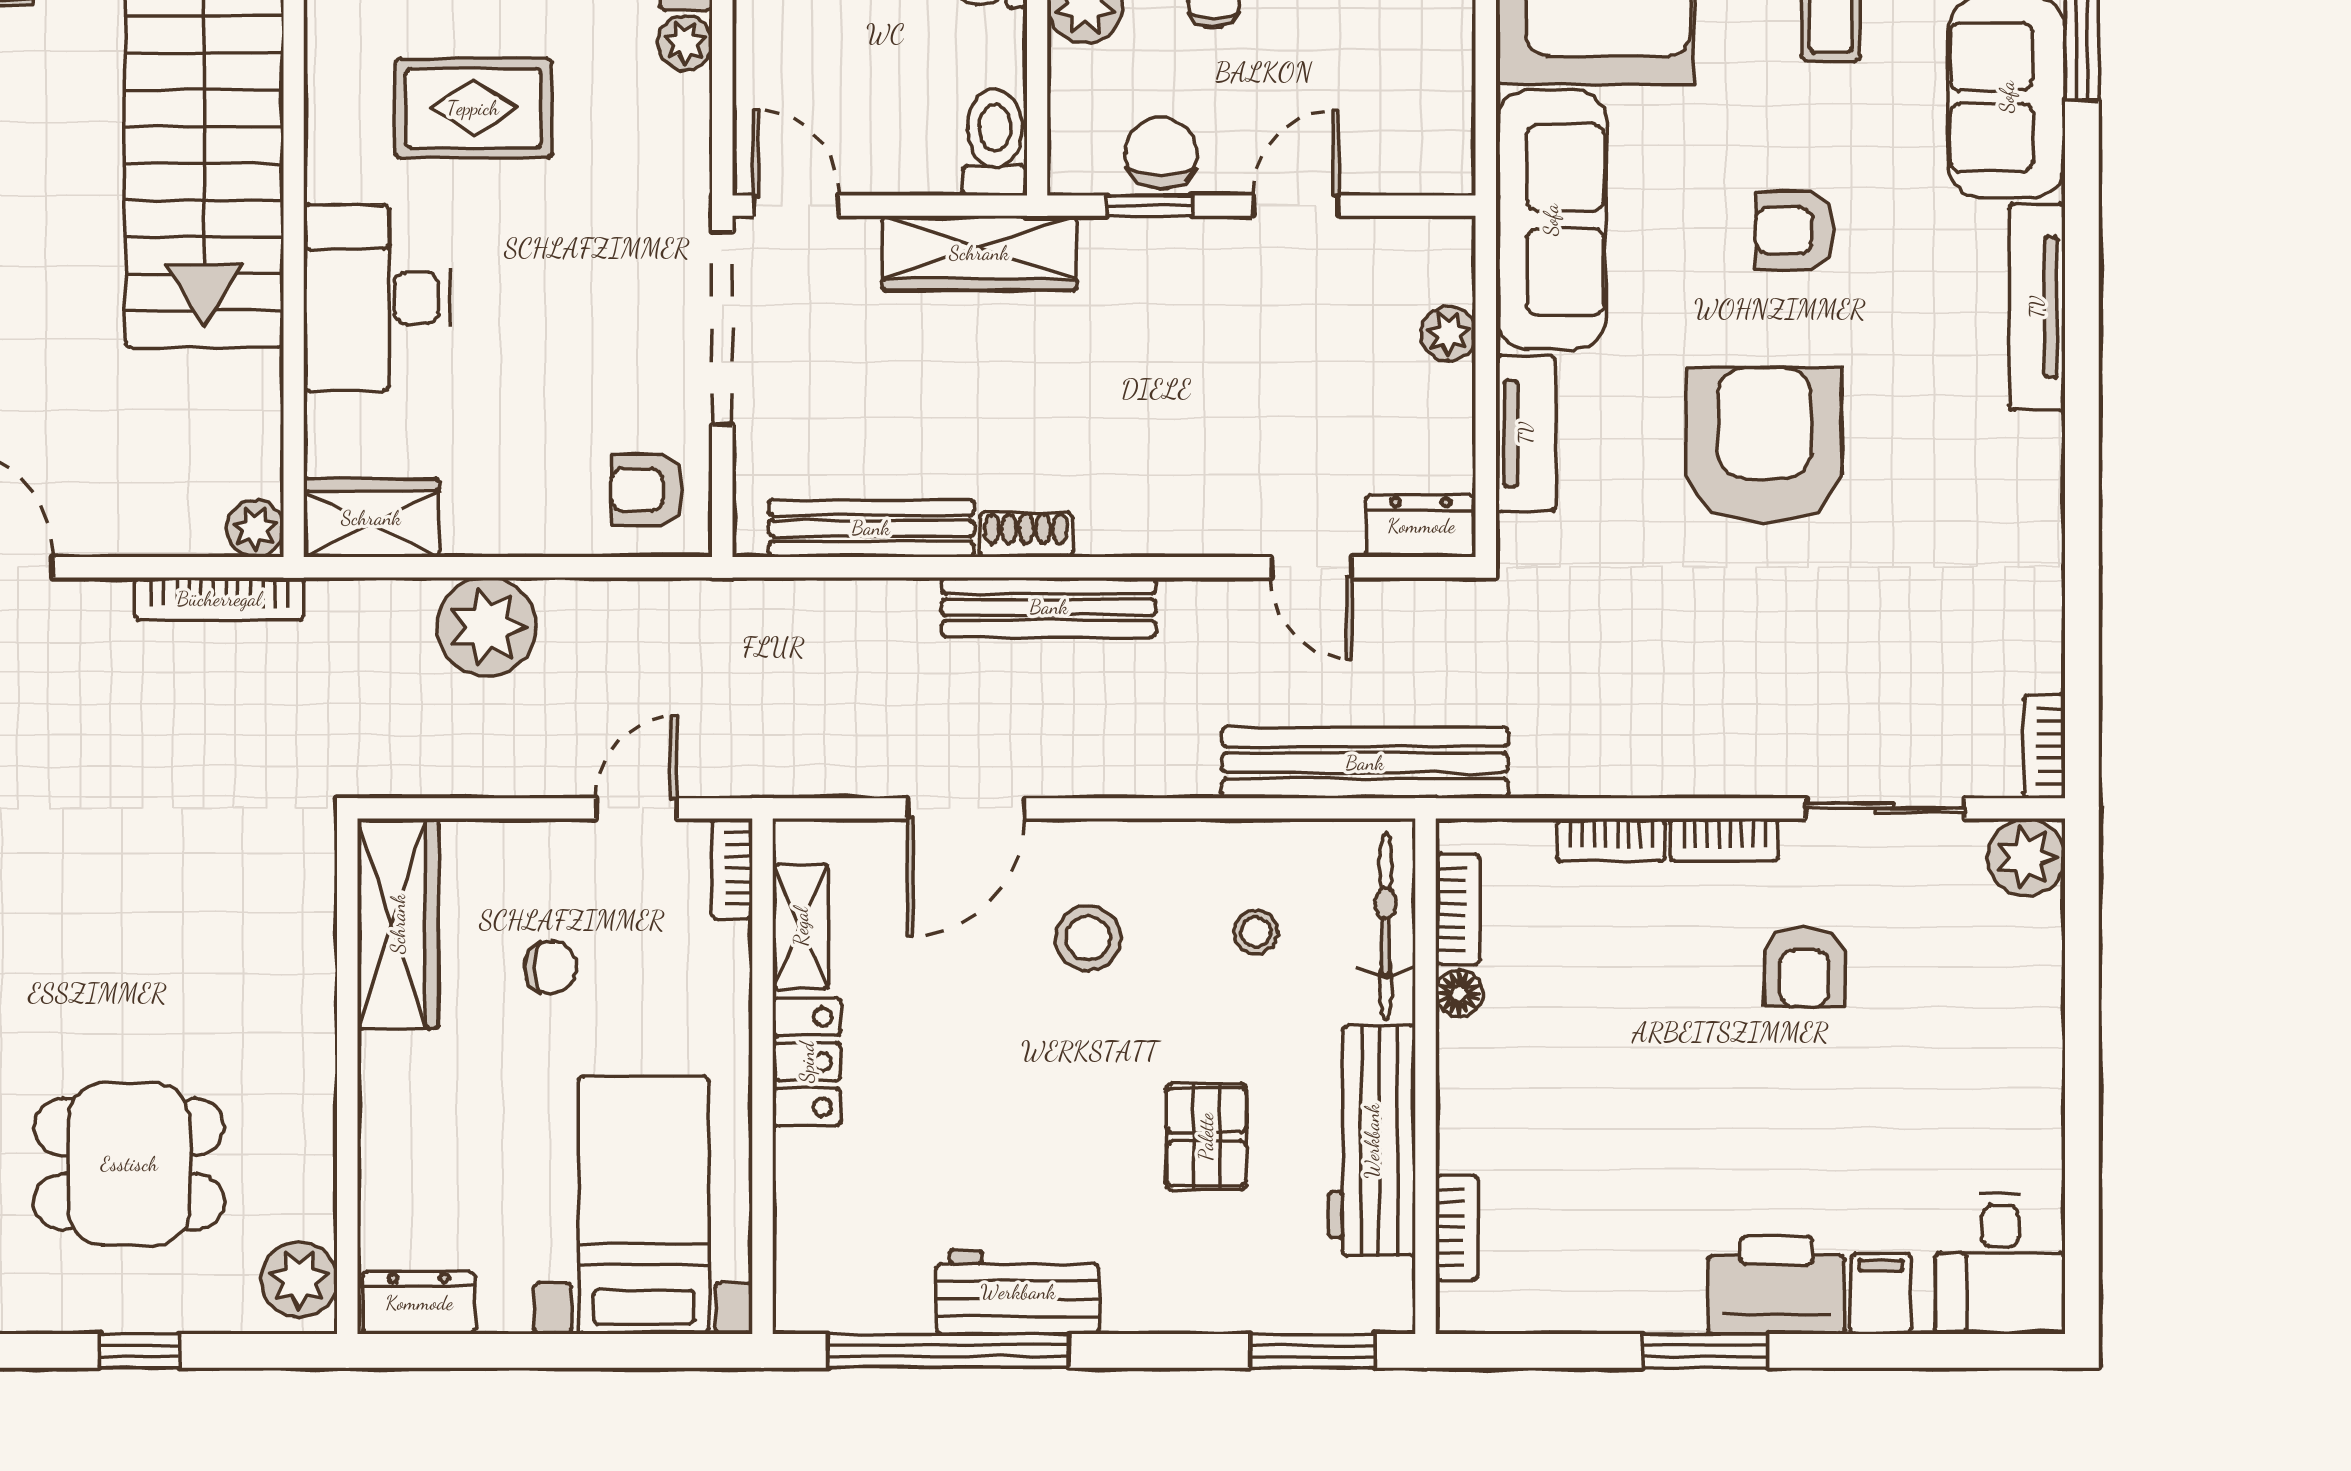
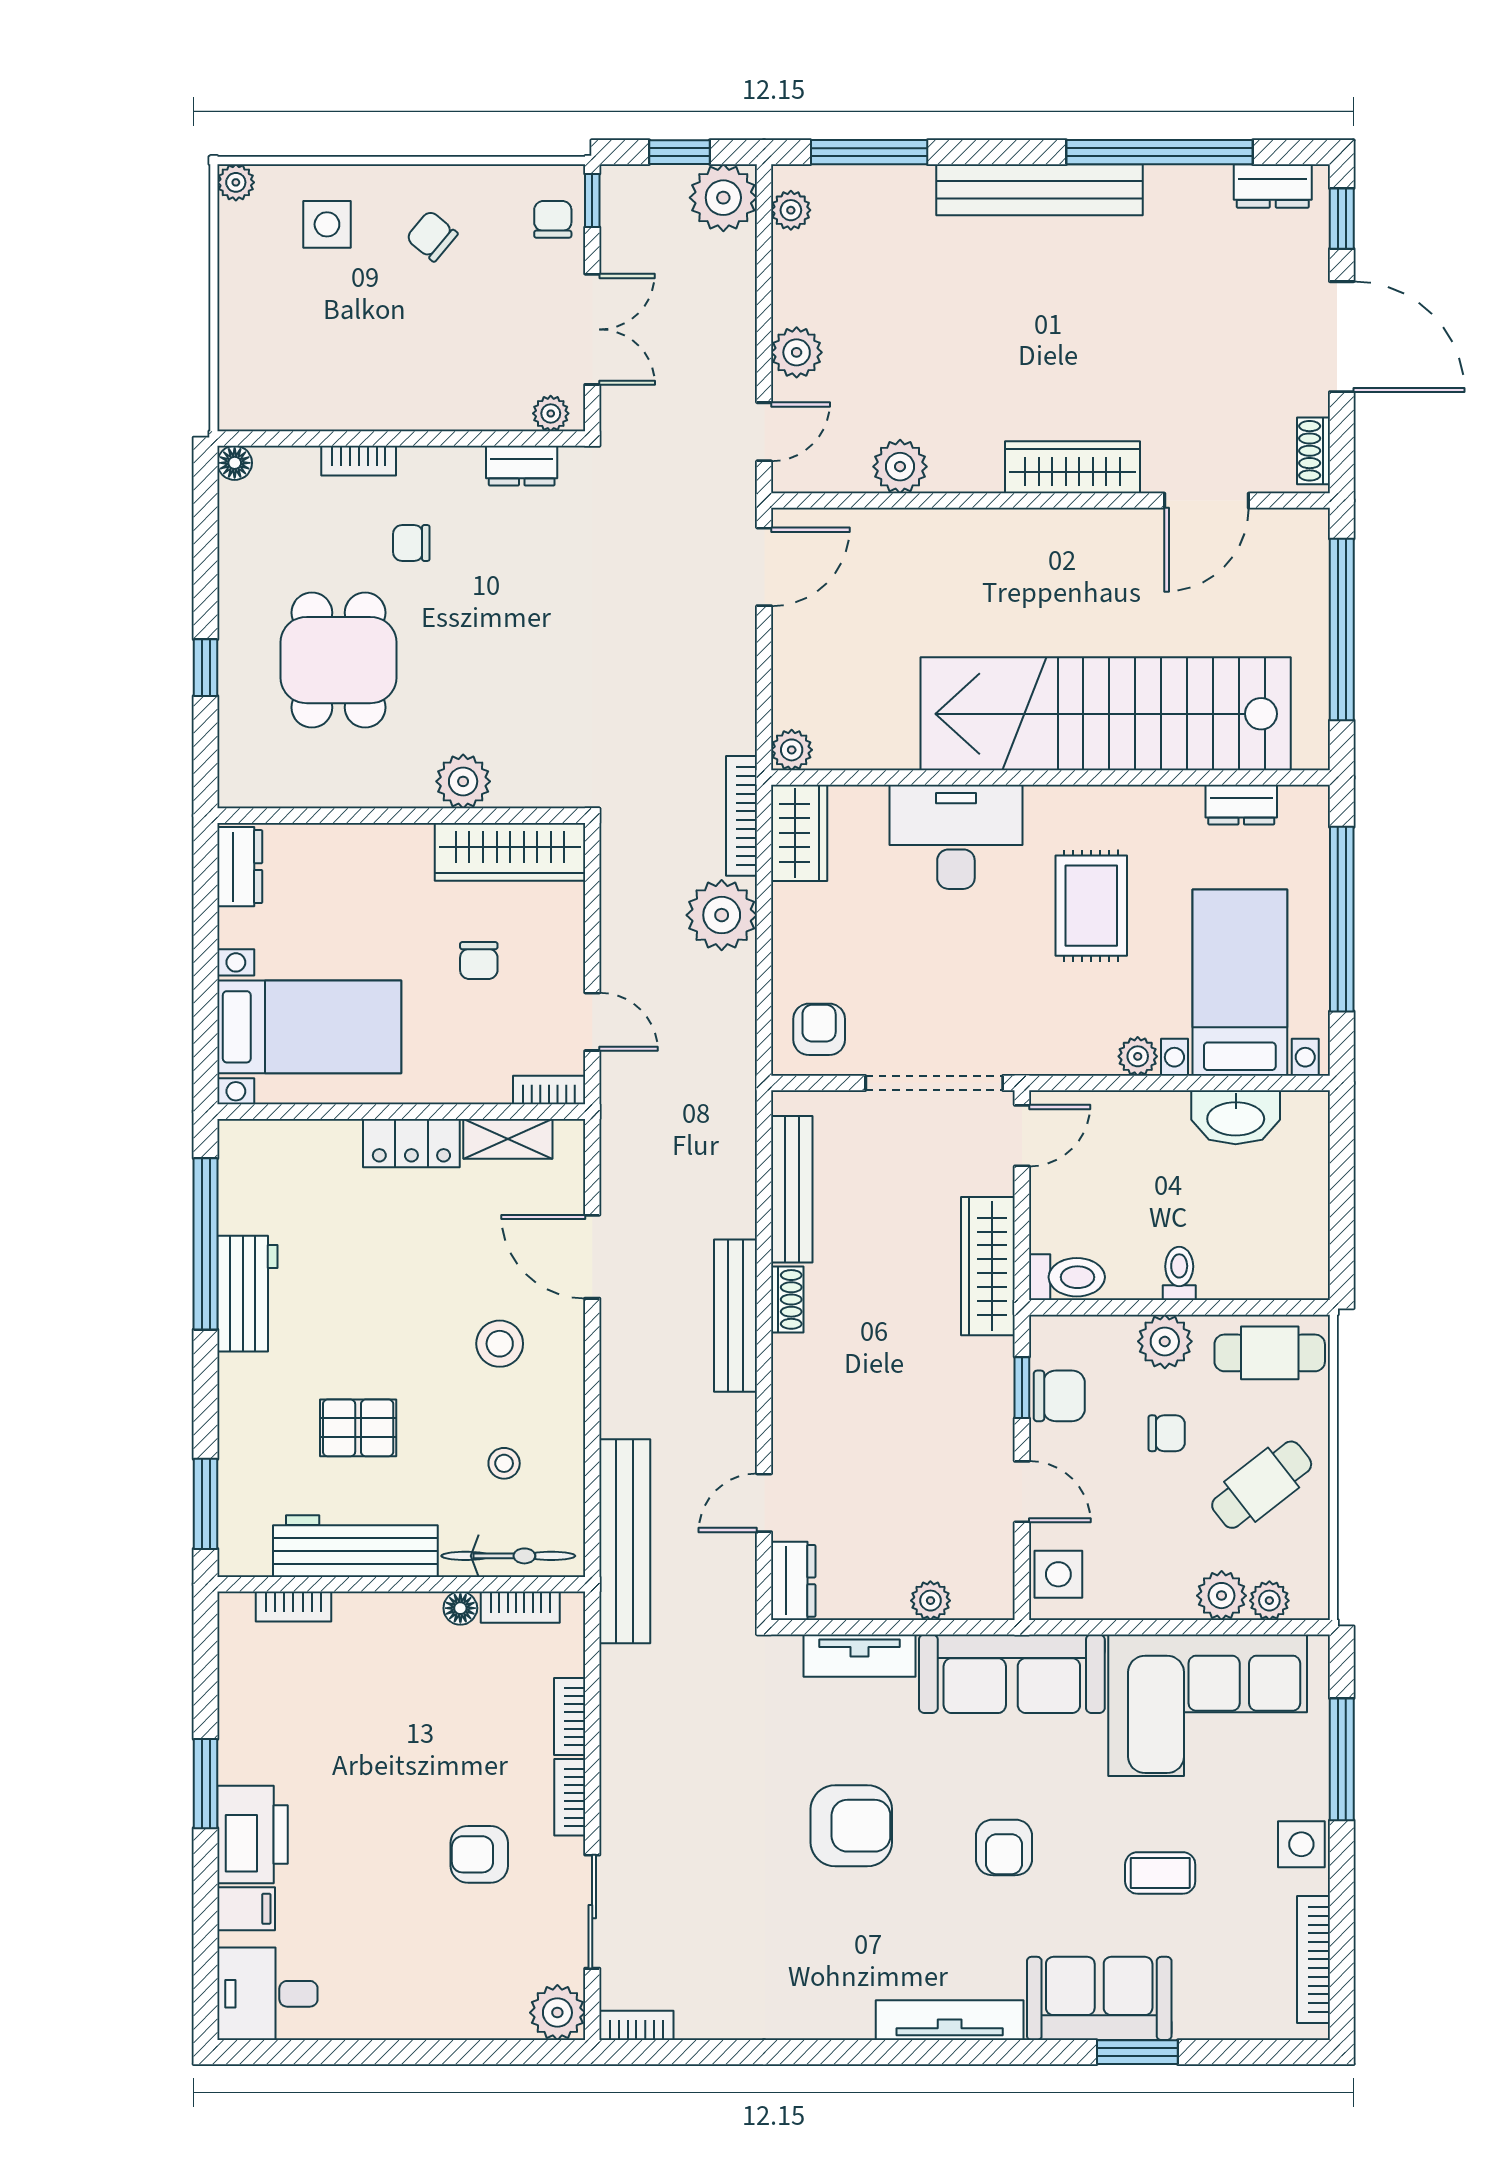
side table: (1412, 154) -> (1058, 1574), added
armchair: (1795, 231) -> (1004, 1847), turned 180
armchair: (1764, 445) -> (851, 1826), width x0.73, depth x0.73
bookcase: (219, 599) -> (742, 816), moved
plant: (299, 1280) -> (463, 781), moved

